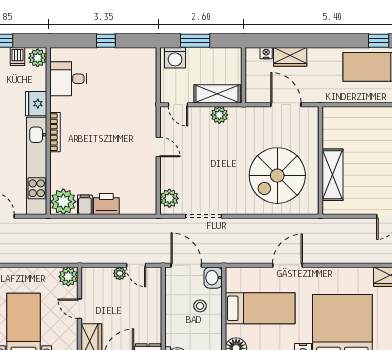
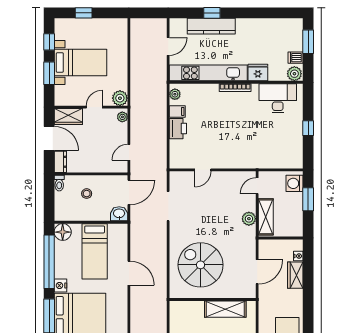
desk: (68, 79) -> (278, 98), width x1.37
door: (158, 147) -> (203, 170), moved
shelving: (333, 175) -> (225, 309), moved
plant: (169, 198) -> (182, 179), removed
plant: (63, 202) -> (175, 94), width x0.53, depth x0.53
plant: (120, 273) -> (122, 117), moved
stool: (200, 306) -> (87, 194), moved

